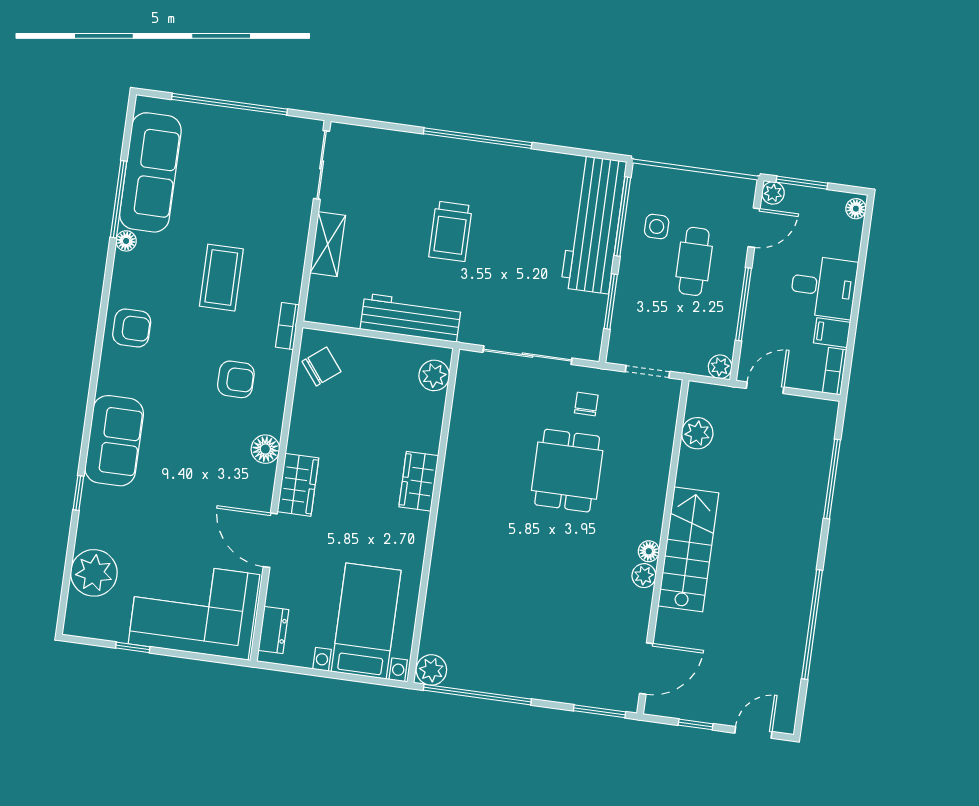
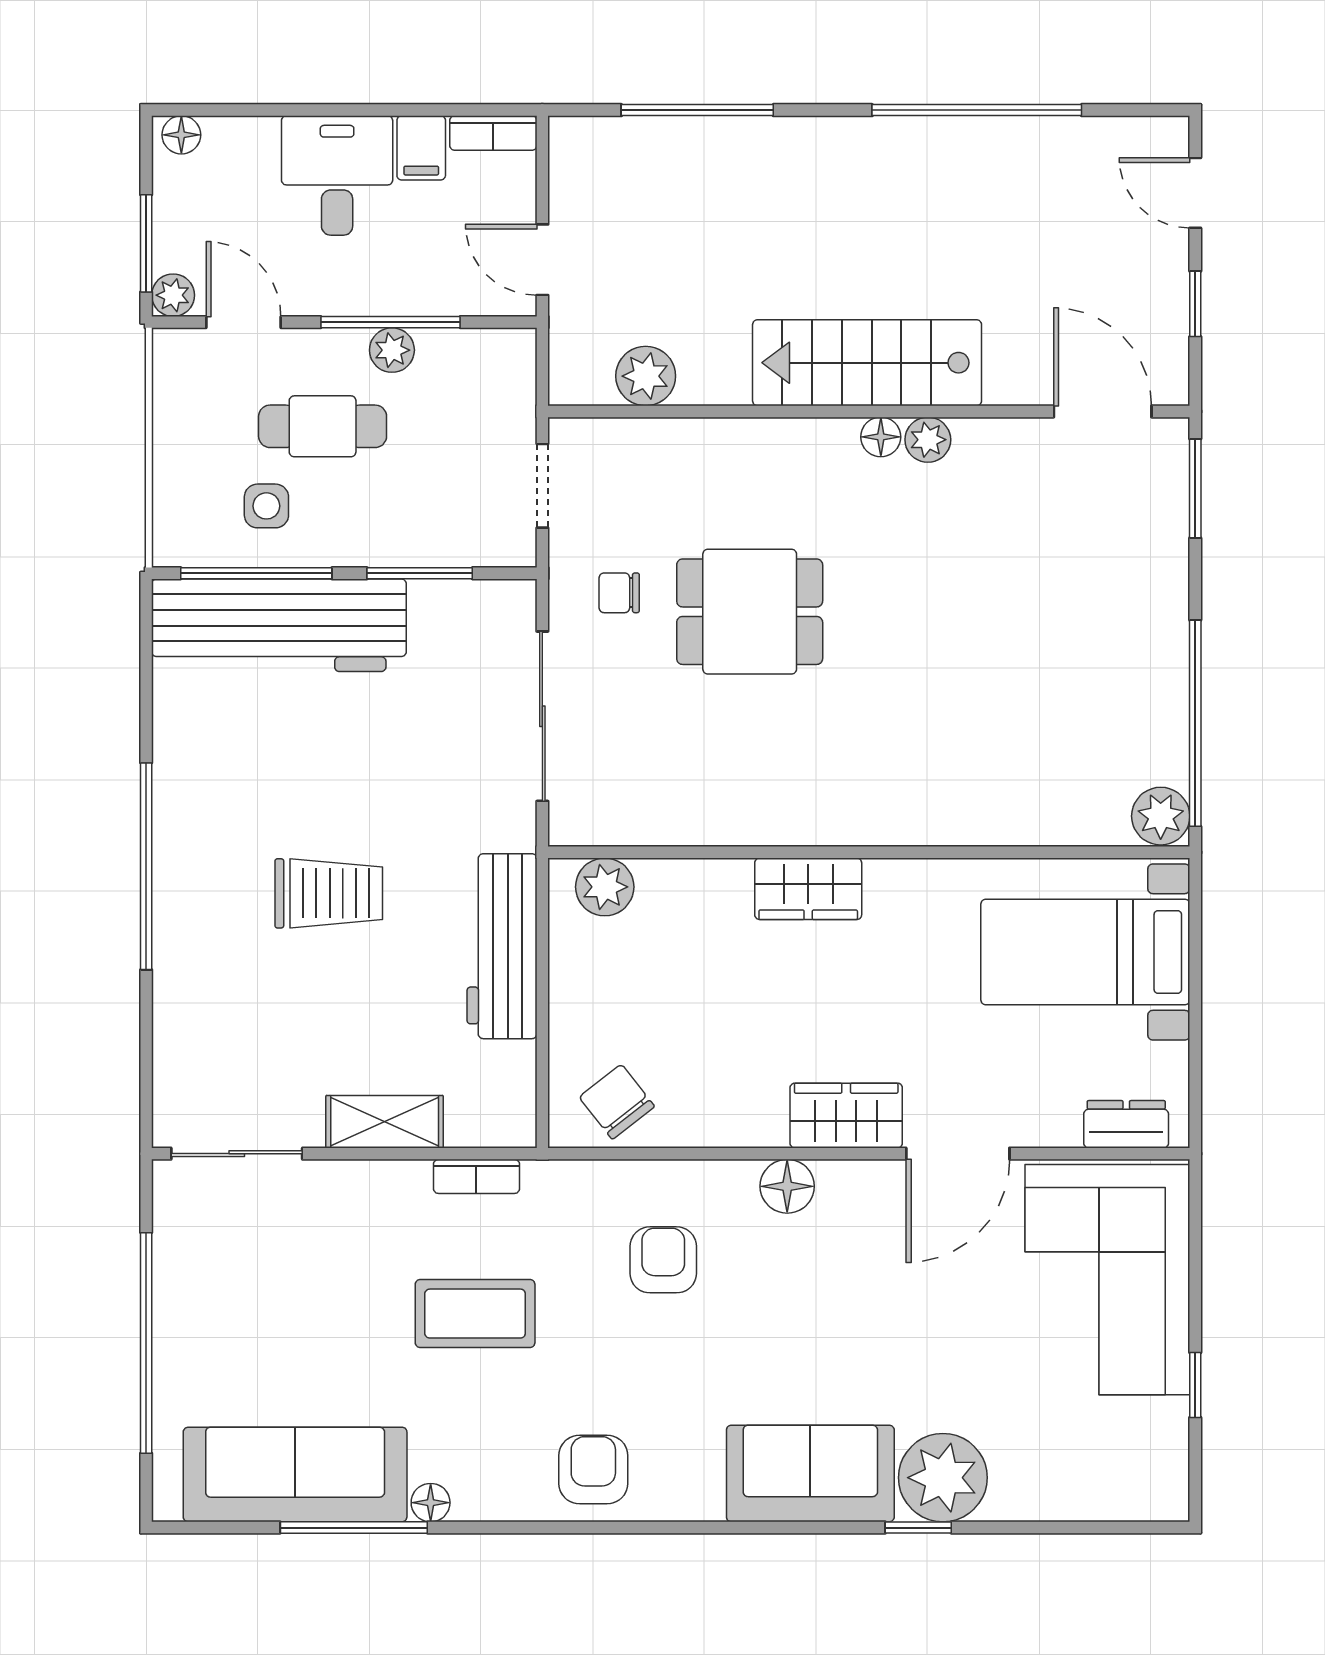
bookcase: (287, 326) -> (476, 1176), moved
plant: (720, 367) -> (392, 350), moved
plant: (94, 573) -> (943, 1478), moved

